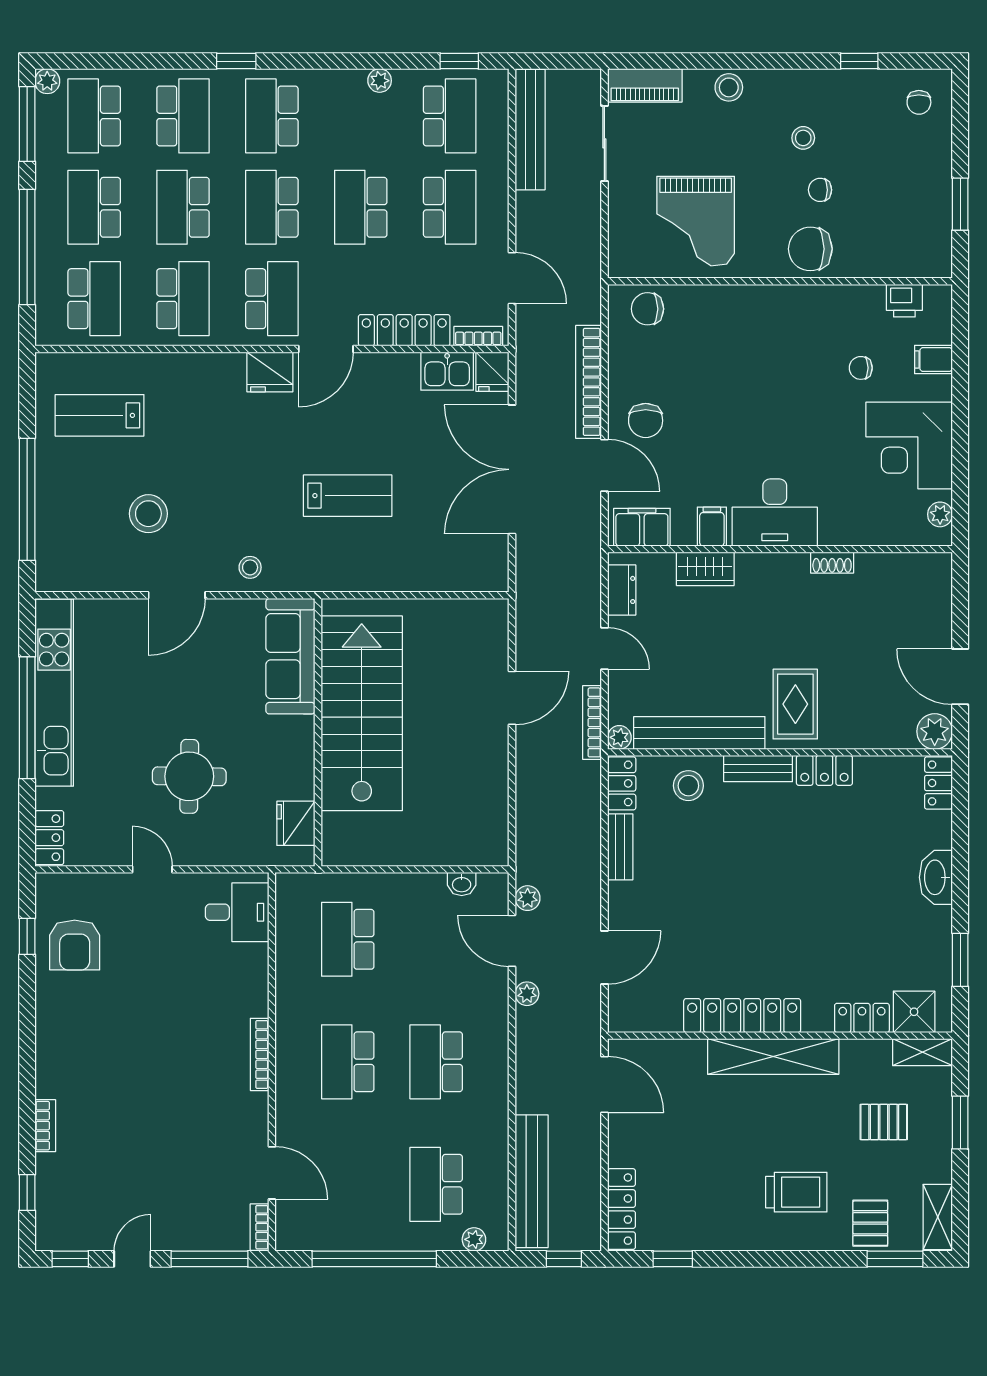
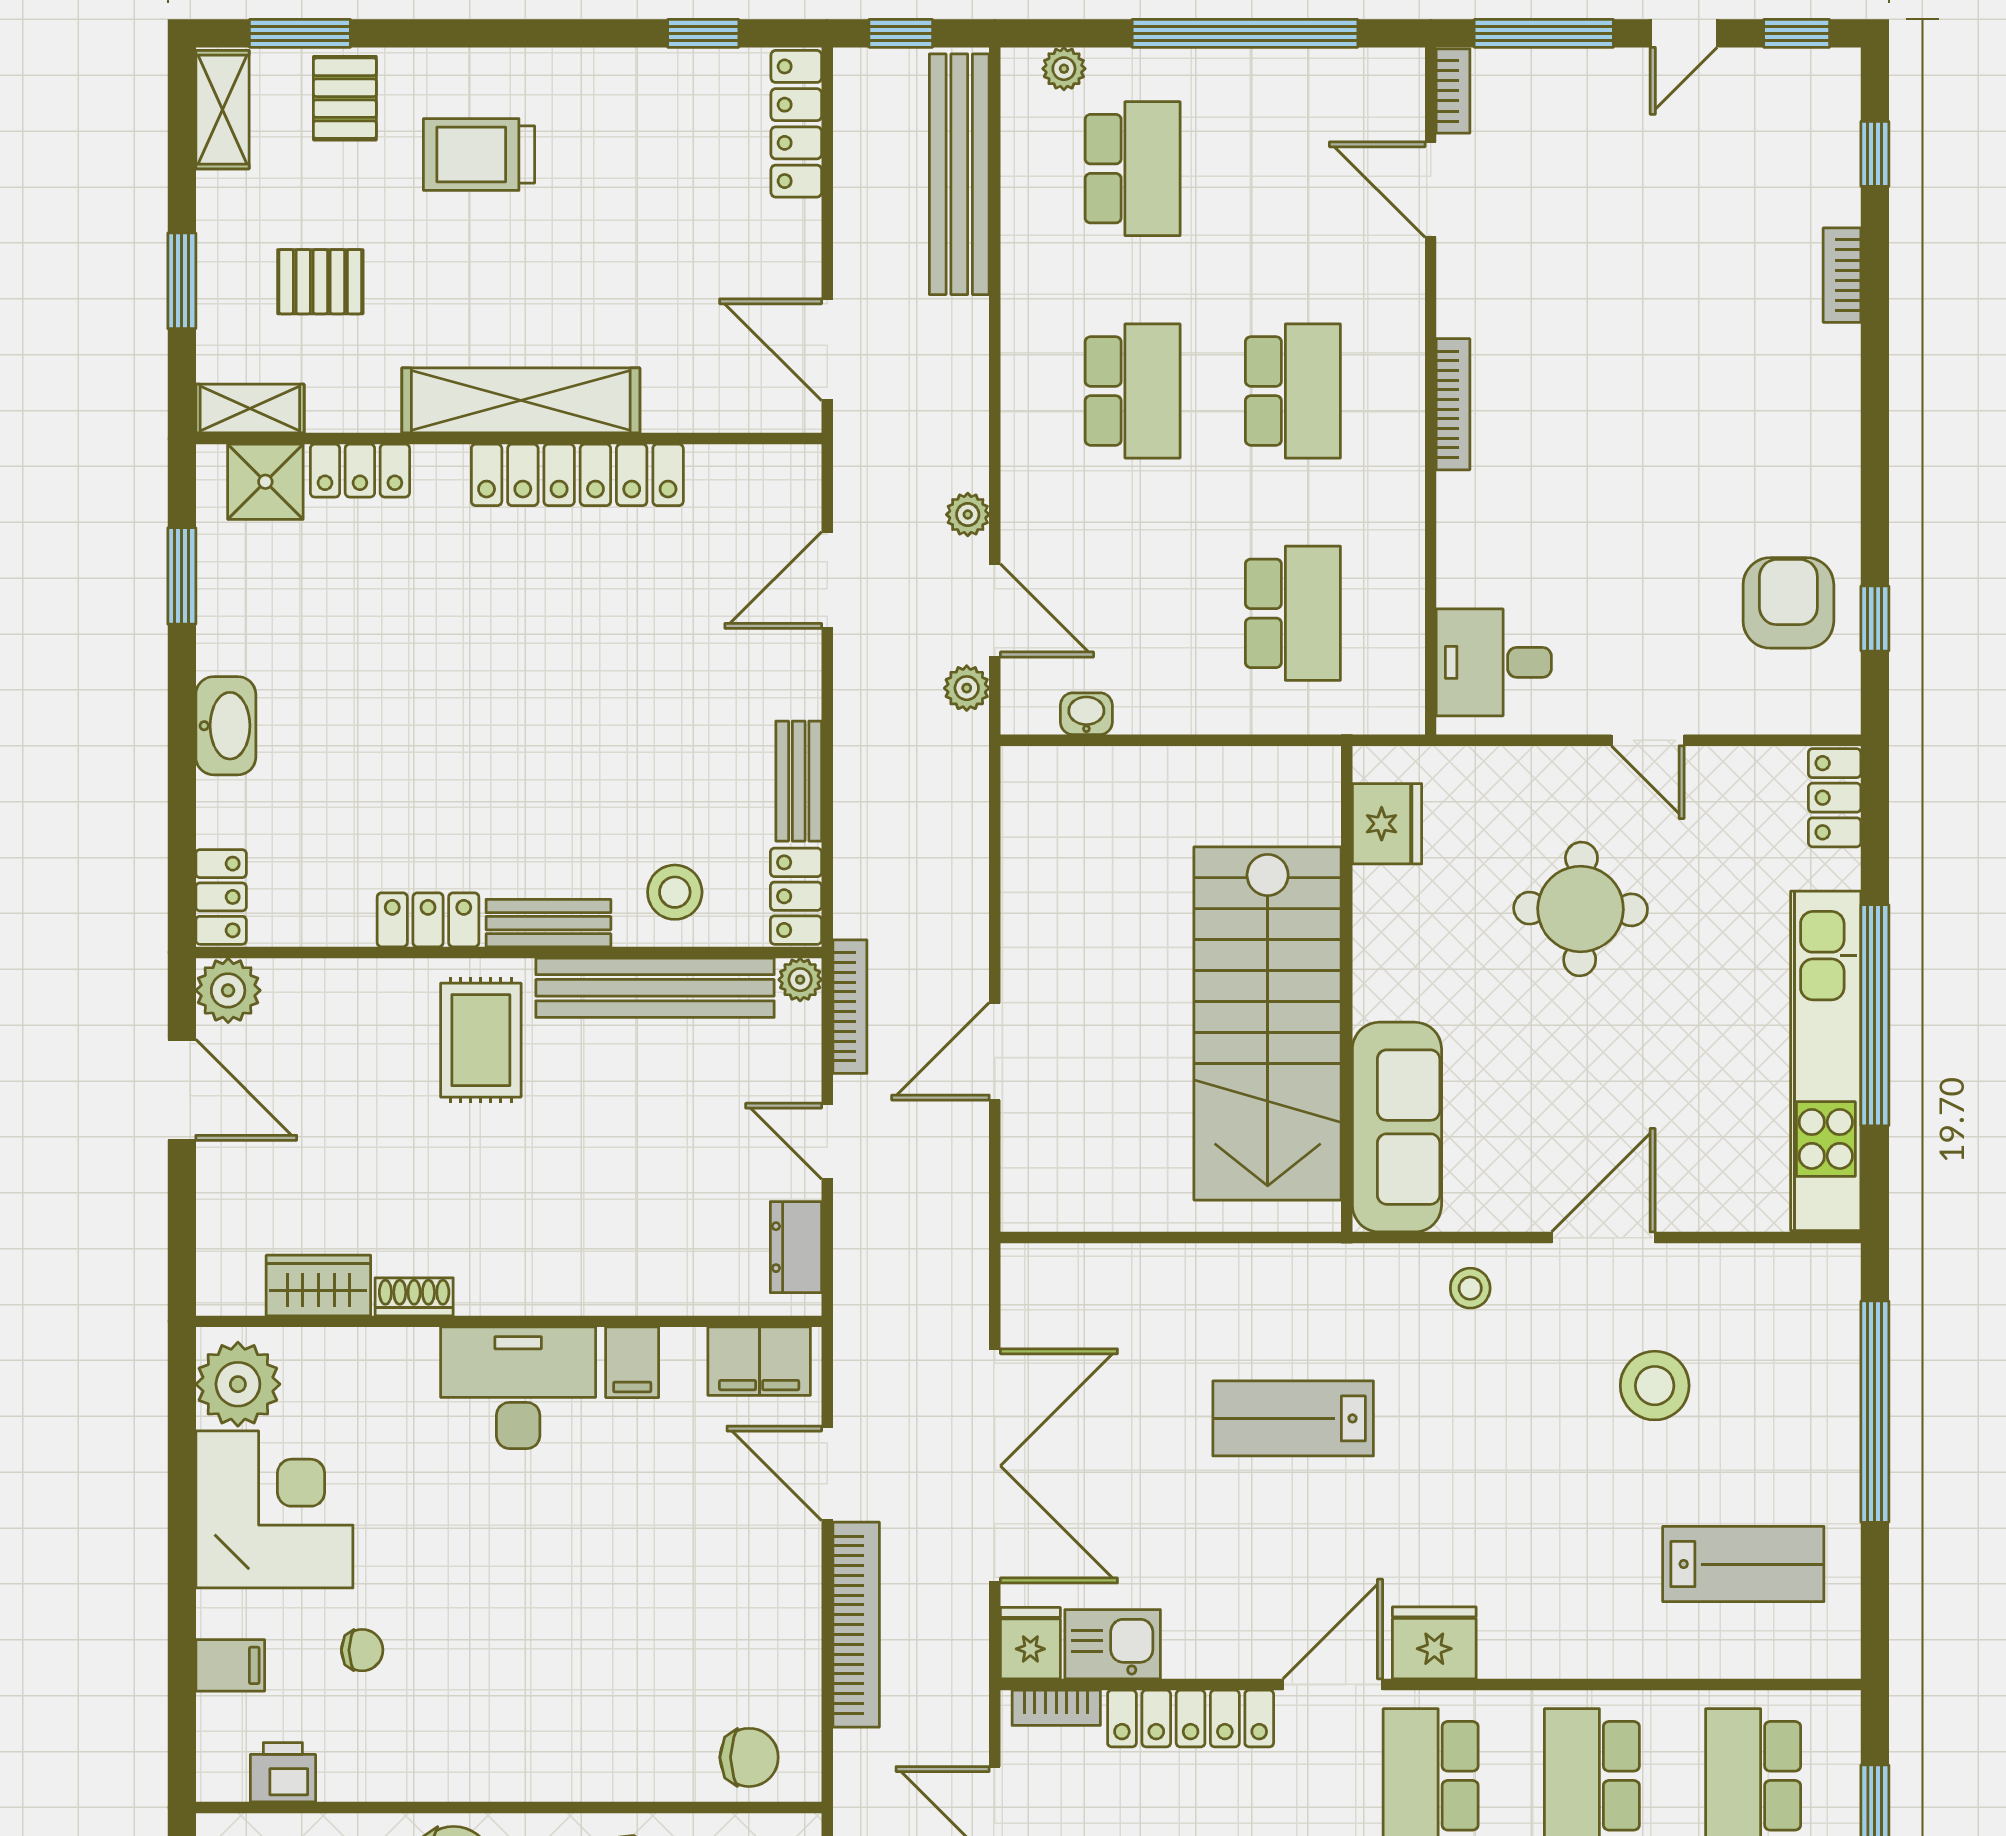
chair: (646, 421) -> (752, 1555), removed
plant: (940, 514) -> (238, 1384), width x1.87, depth x1.87
wardrobe: (705, 569) -> (318, 1285), moved

